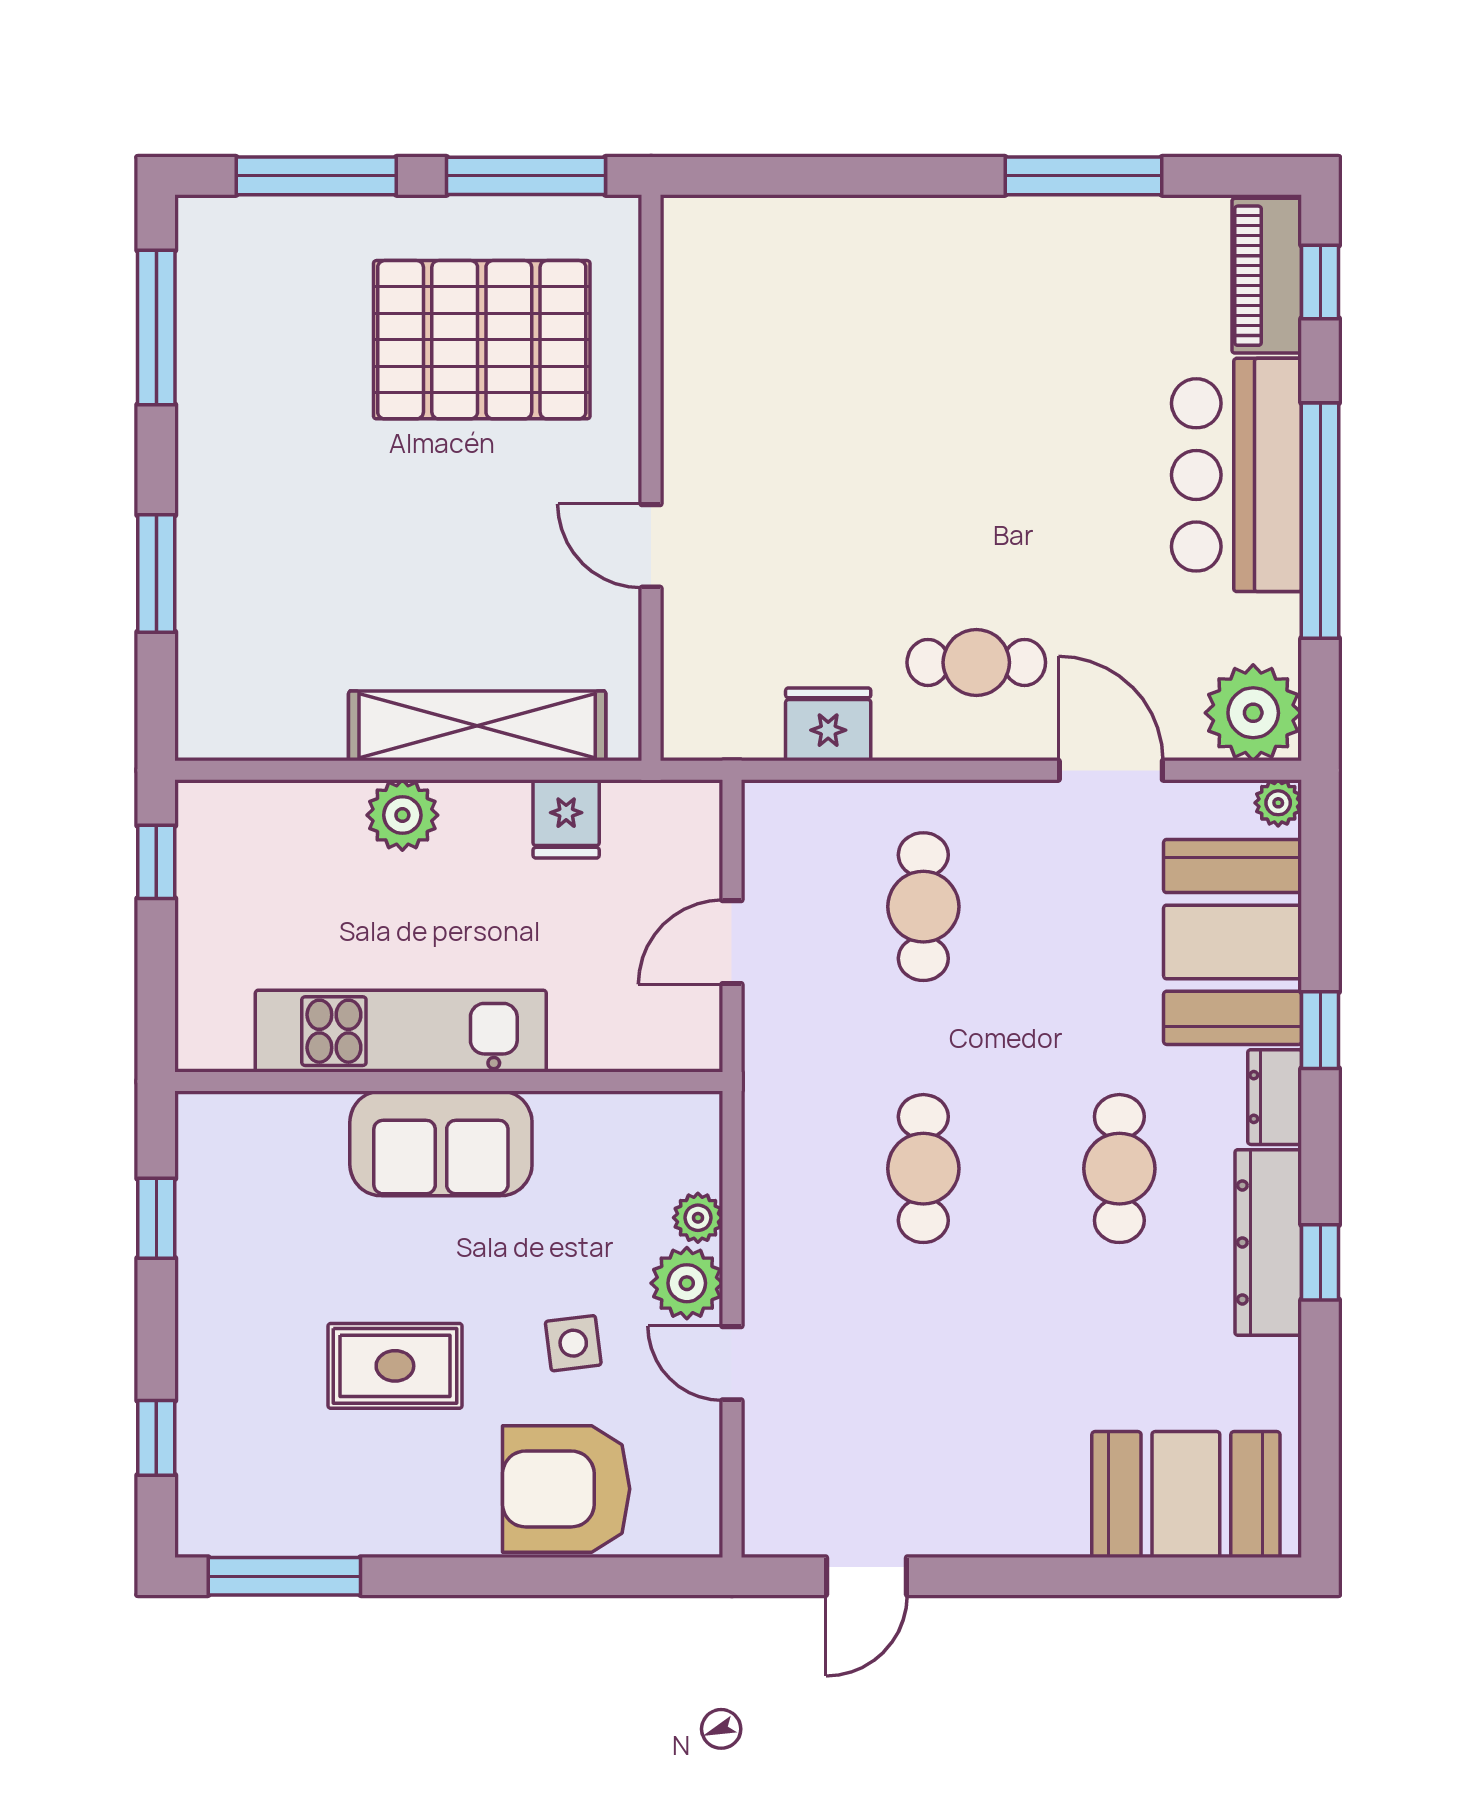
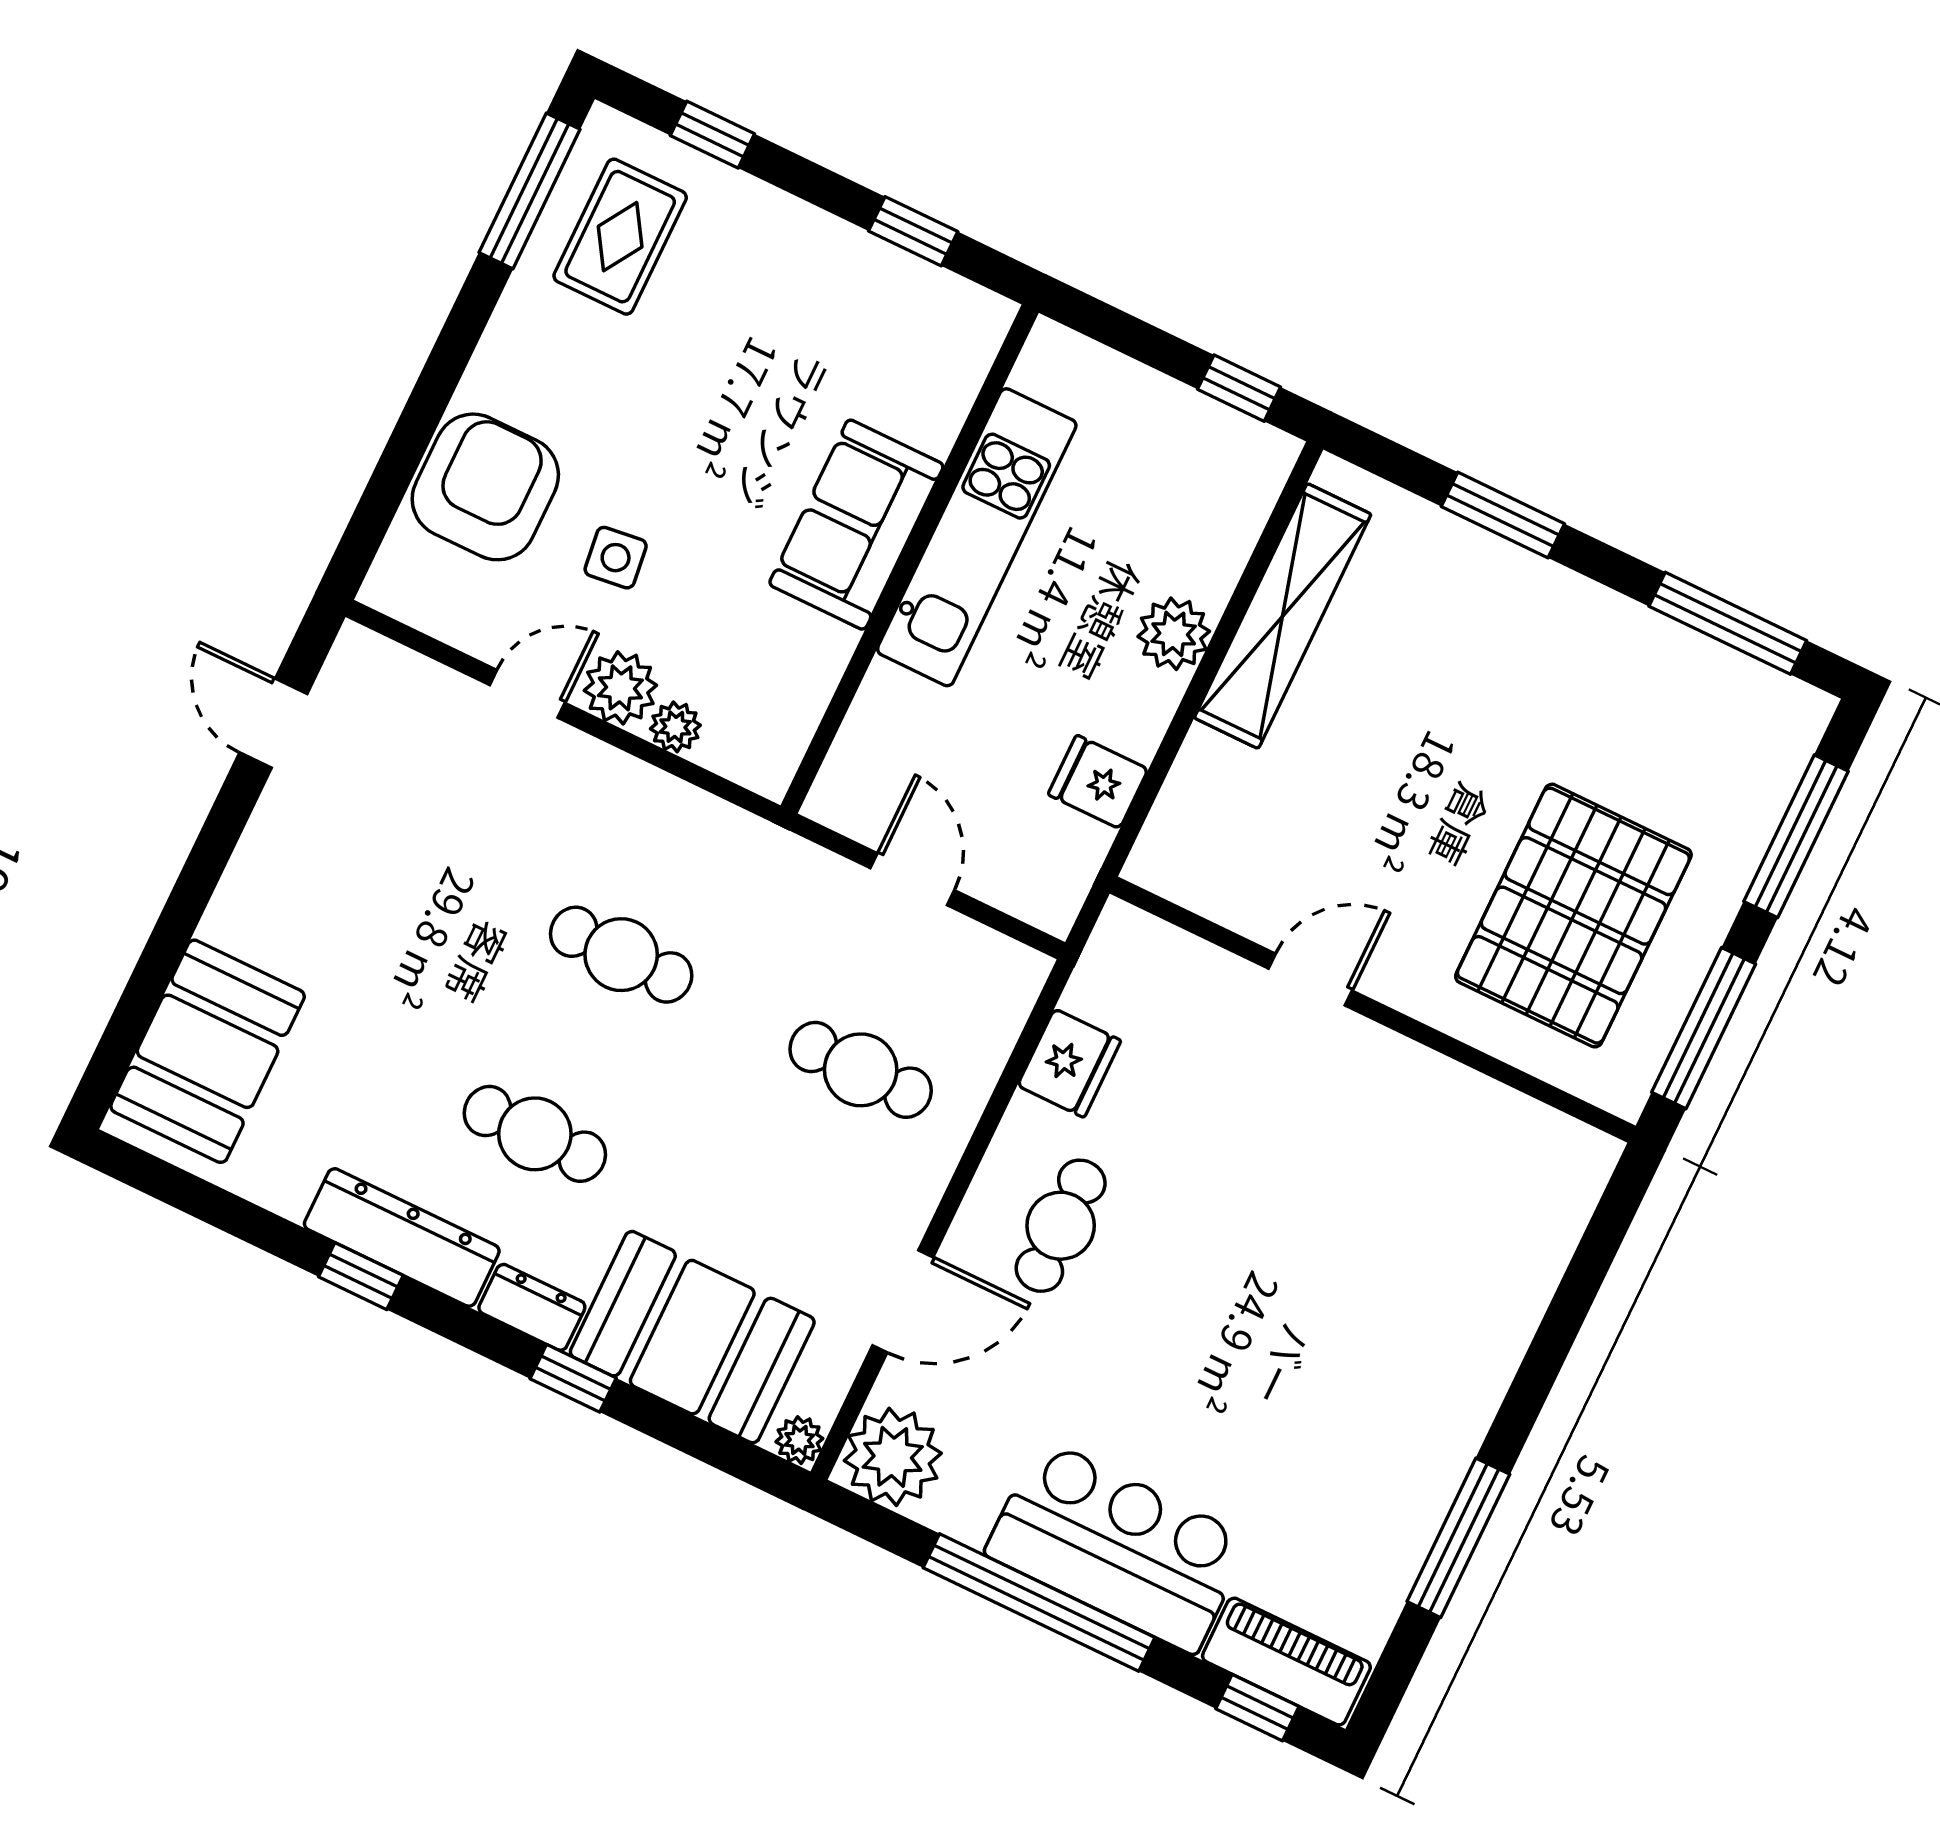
shelving: (477, 726) -> (1283, 616), moved
rug: (395, 1366) -> (620, 237), moved

